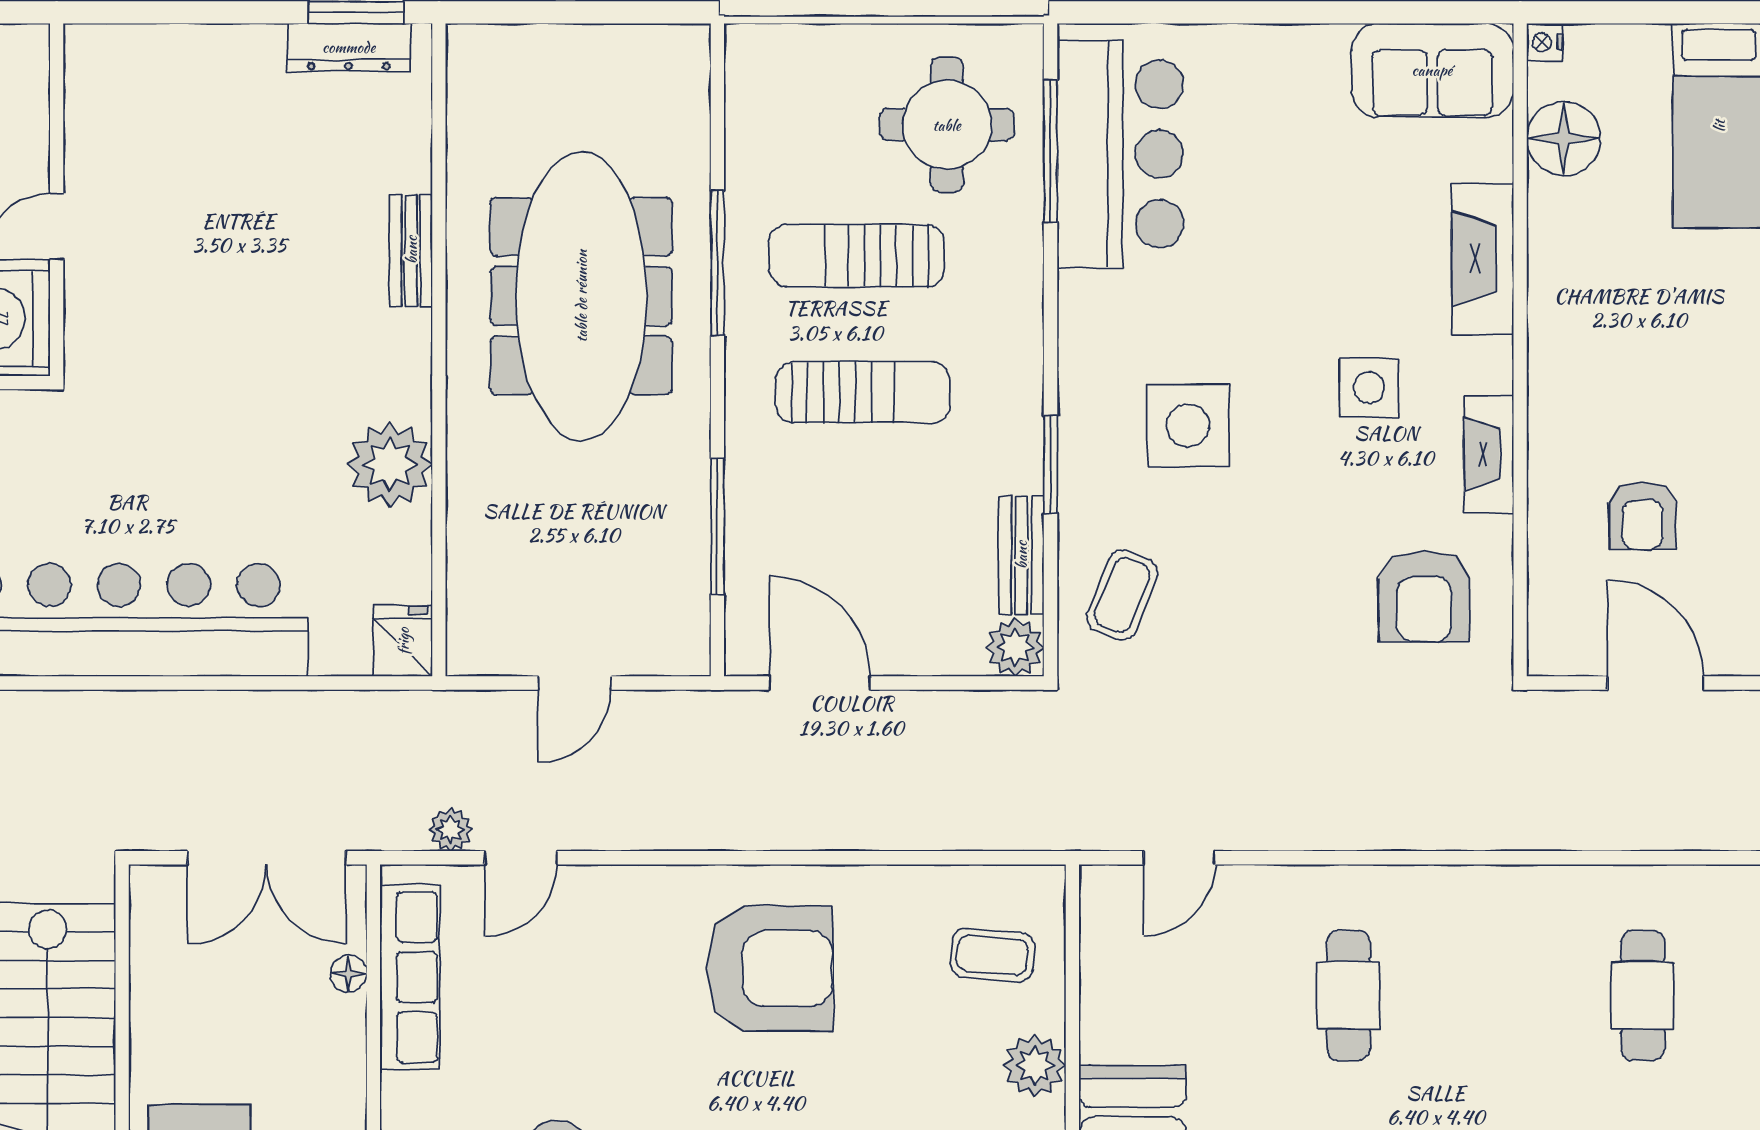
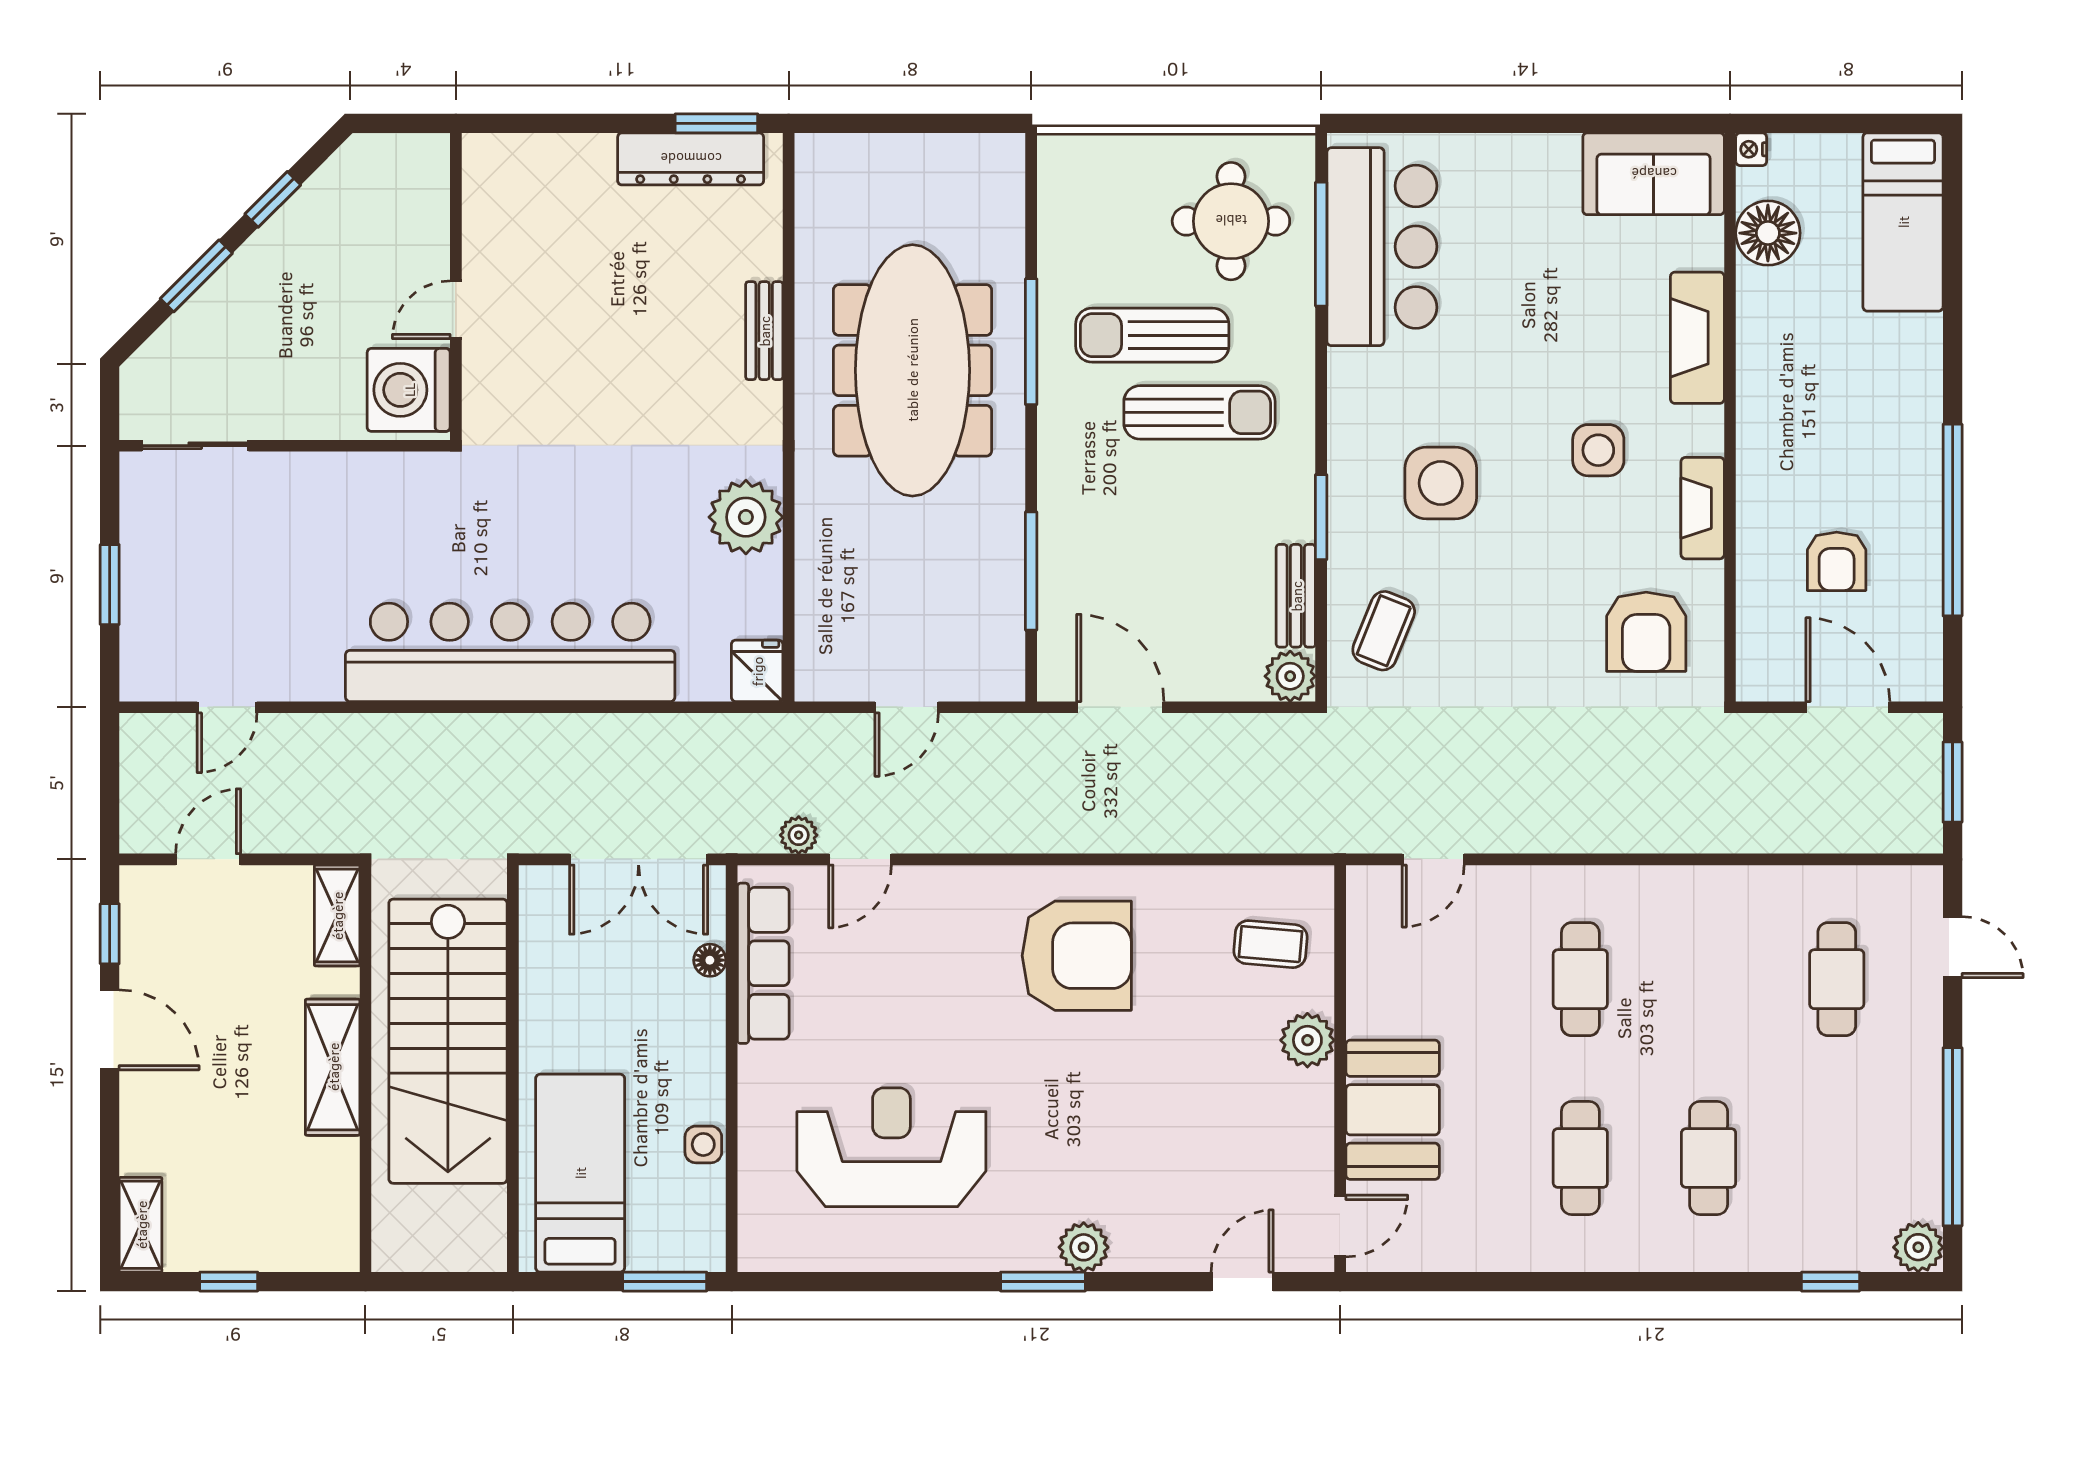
dresser: (349, 47) -> (691, 159), width x1.37, depth x1.24
sun lounger: (863, 392) -> (1199, 412), moved

